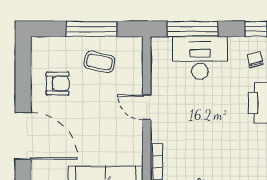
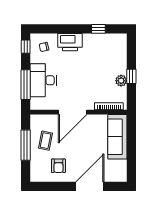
armchair: (58, 84) -> (58, 166), turned 180
door: (147, 107) -> (73, 112), width x1.87

